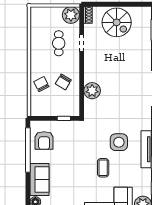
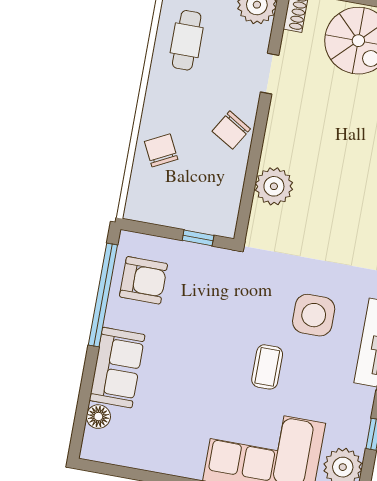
cafe table: (59, 43) -> (187, 40), moved
chair: (63, 82) -> (231, 130), moved
armchair: (44, 141) -> (144, 280), turned -90

